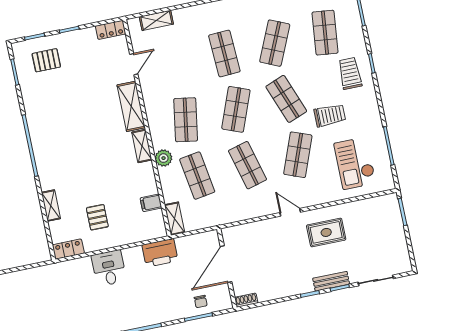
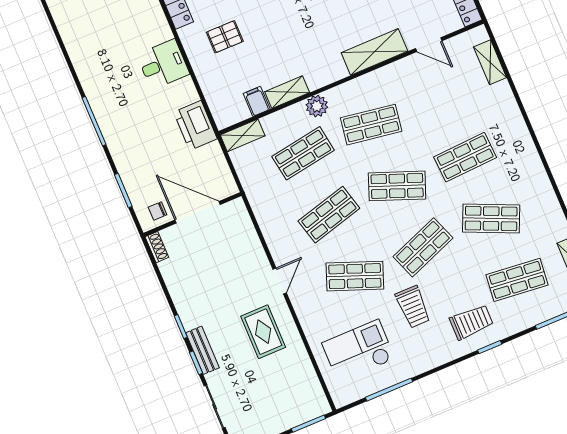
shelving: (142, 146) -> (287, 92), moved
chair: (201, 301) -> (158, 211), moved

